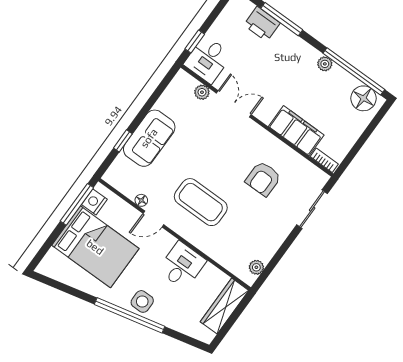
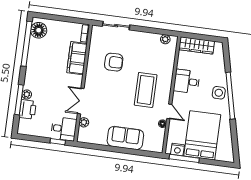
plant: (325, 64) -> (27, 94), moved
window: (123, 141) -> (135, 152), removed

